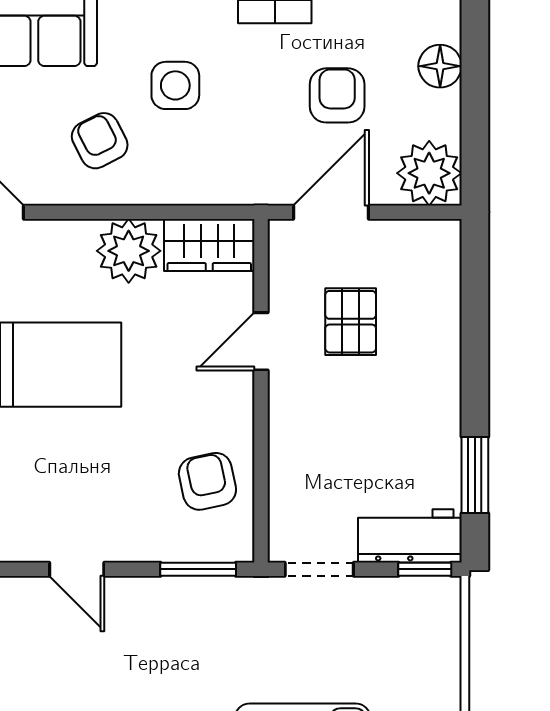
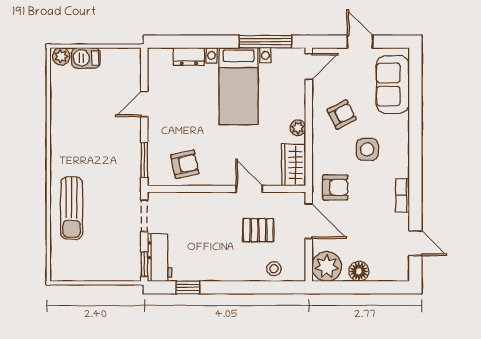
floor lamp: (440, 66) -> (359, 271), moved
armchair: (337, 95) -> (335, 187), moved
plant: (129, 251) -> (298, 128), width x0.53, depth x0.53
stool: (434, 288) -> (274, 269), added
window: (475, 475) -> (188, 287), width x0.67

